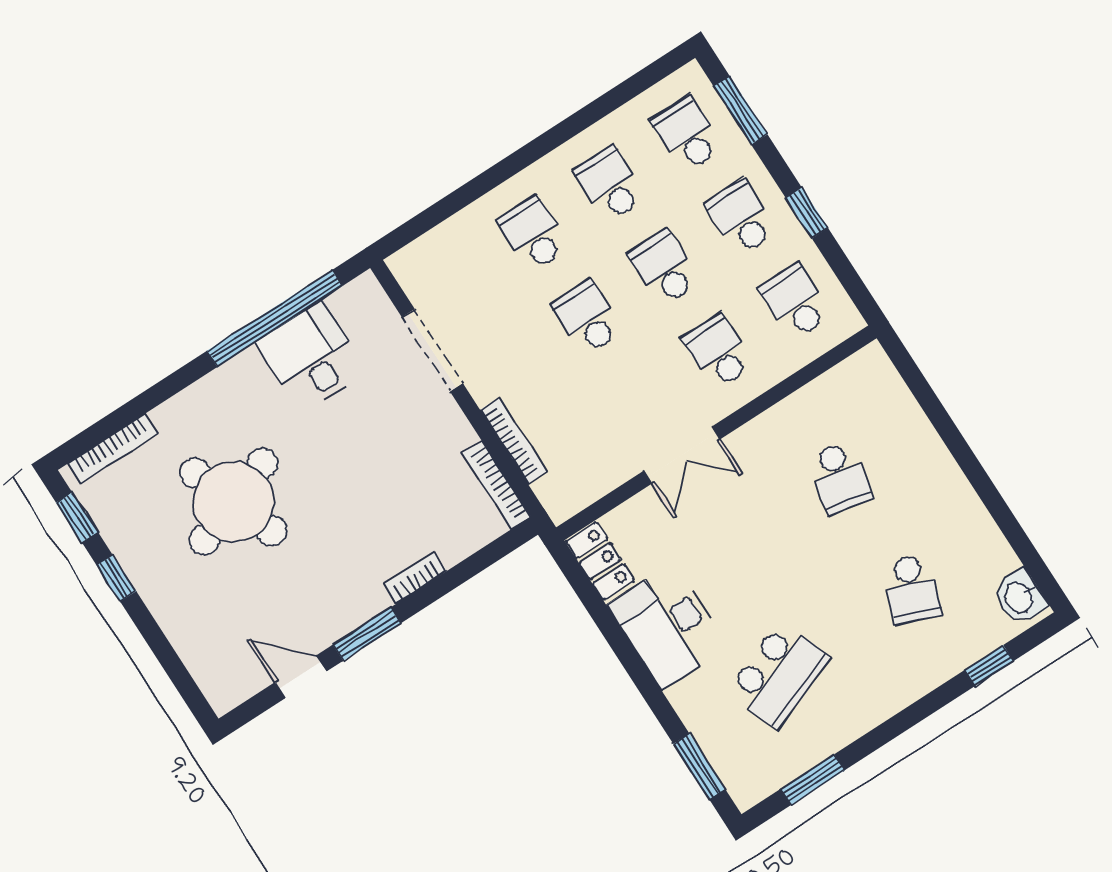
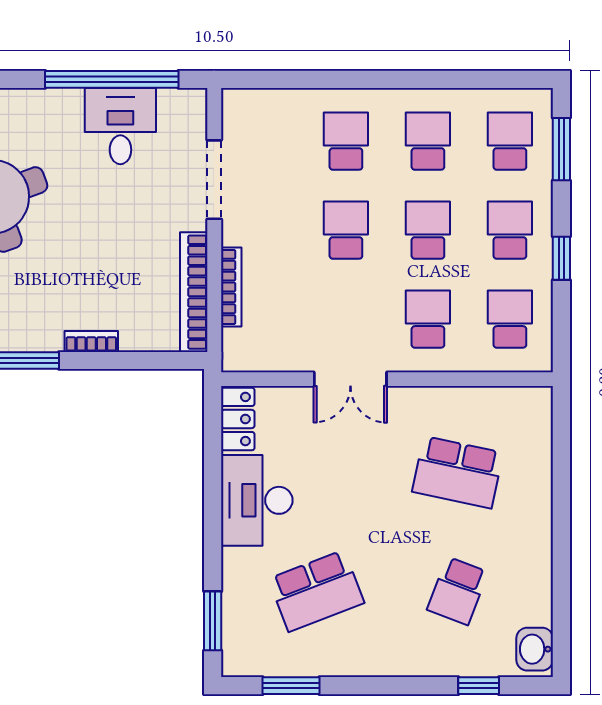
school desk: (839, 477) -> (458, 472), width x1.85
bookcase: (496, 485) -> (194, 292), width x1.48, depth x1.31

